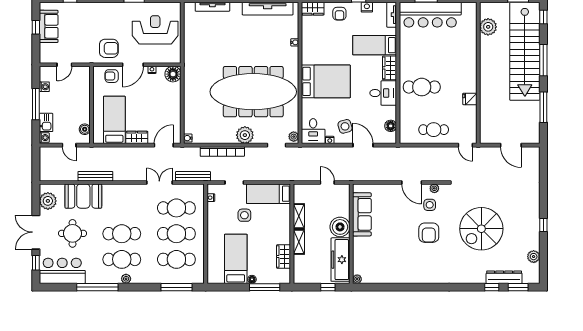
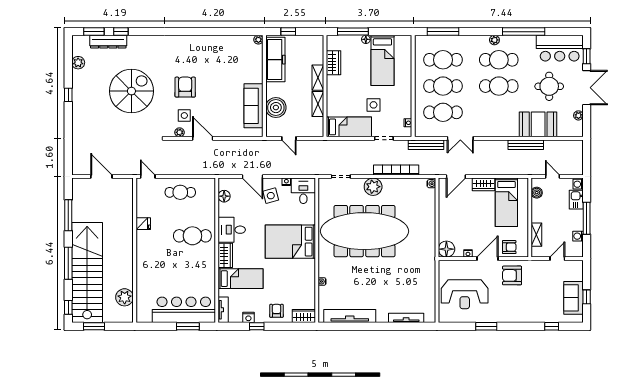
shelving: (85, 88) -> (536, 235), added
plant: (294, 137) -> (323, 185), removed
plant: (48, 201) -> (578, 115), width x0.53, depth x0.53
boiler: (340, 227) -> (276, 108), moved

